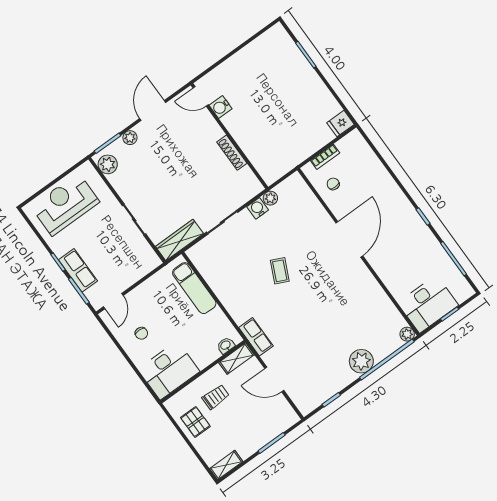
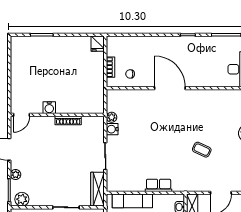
water cooler: (221, 107) -> (49, 108), moved
coffee table: (280, 271) -> (202, 150), moved
row of seats: (256, 337) -> (159, 185), moved

